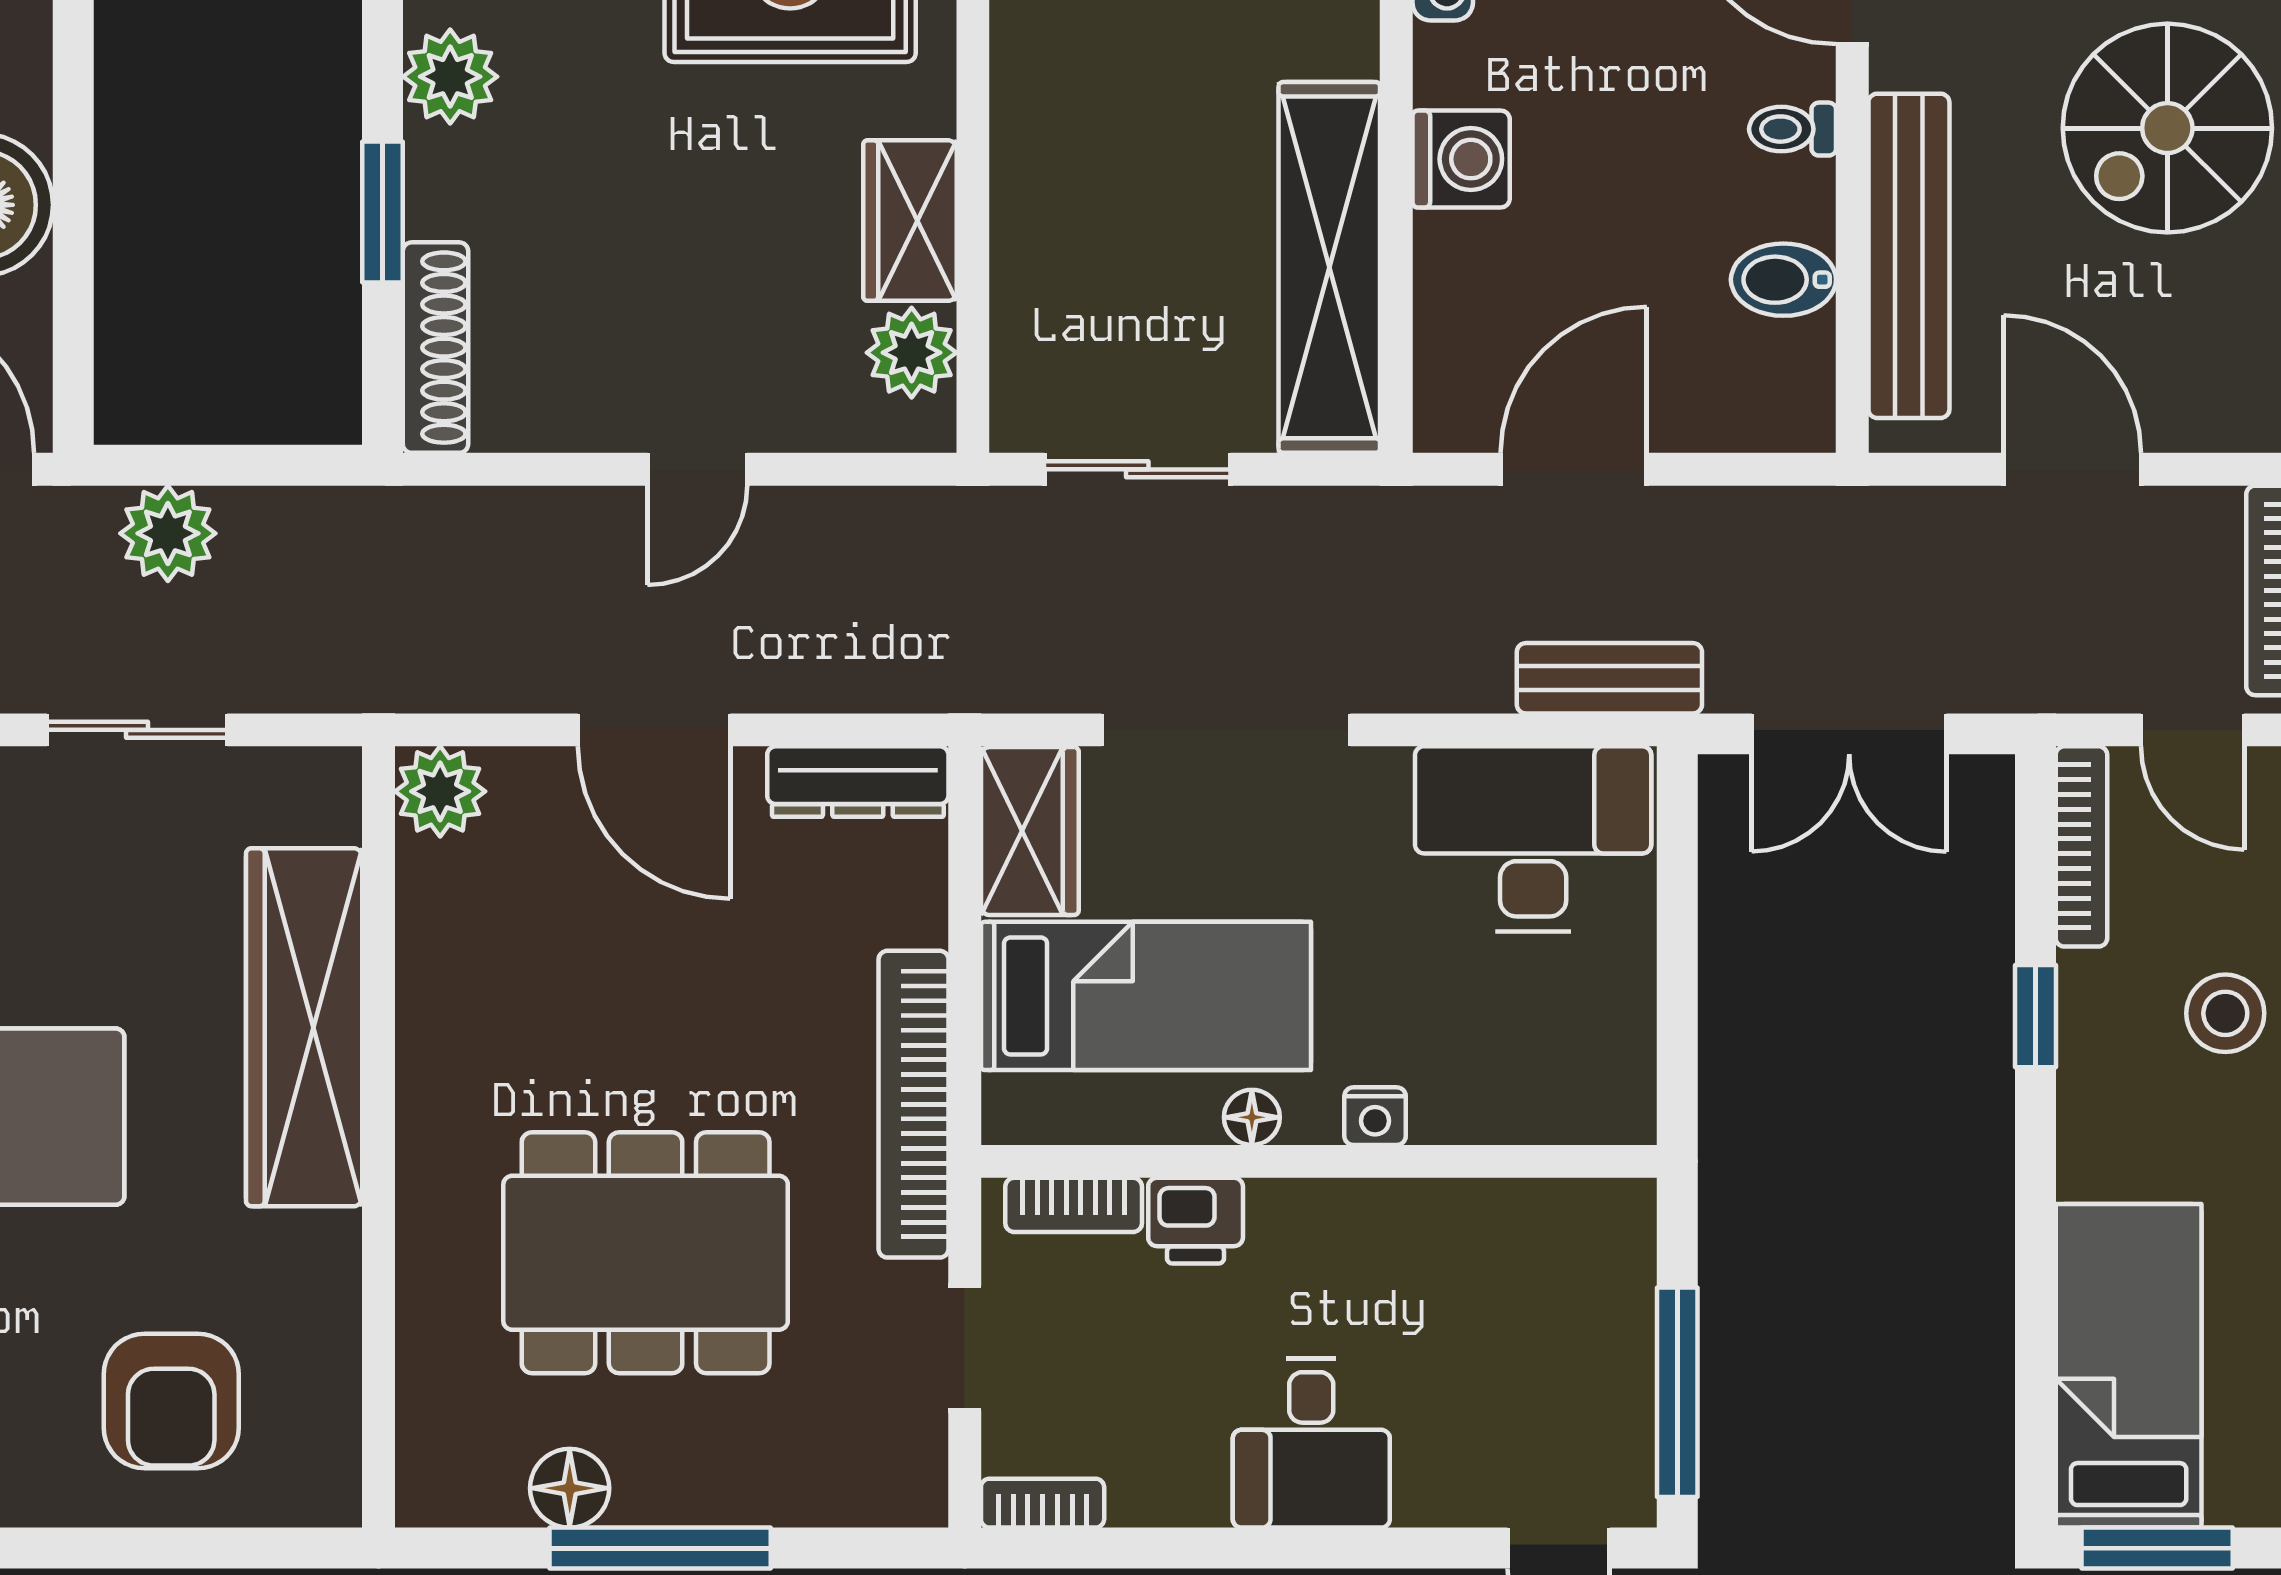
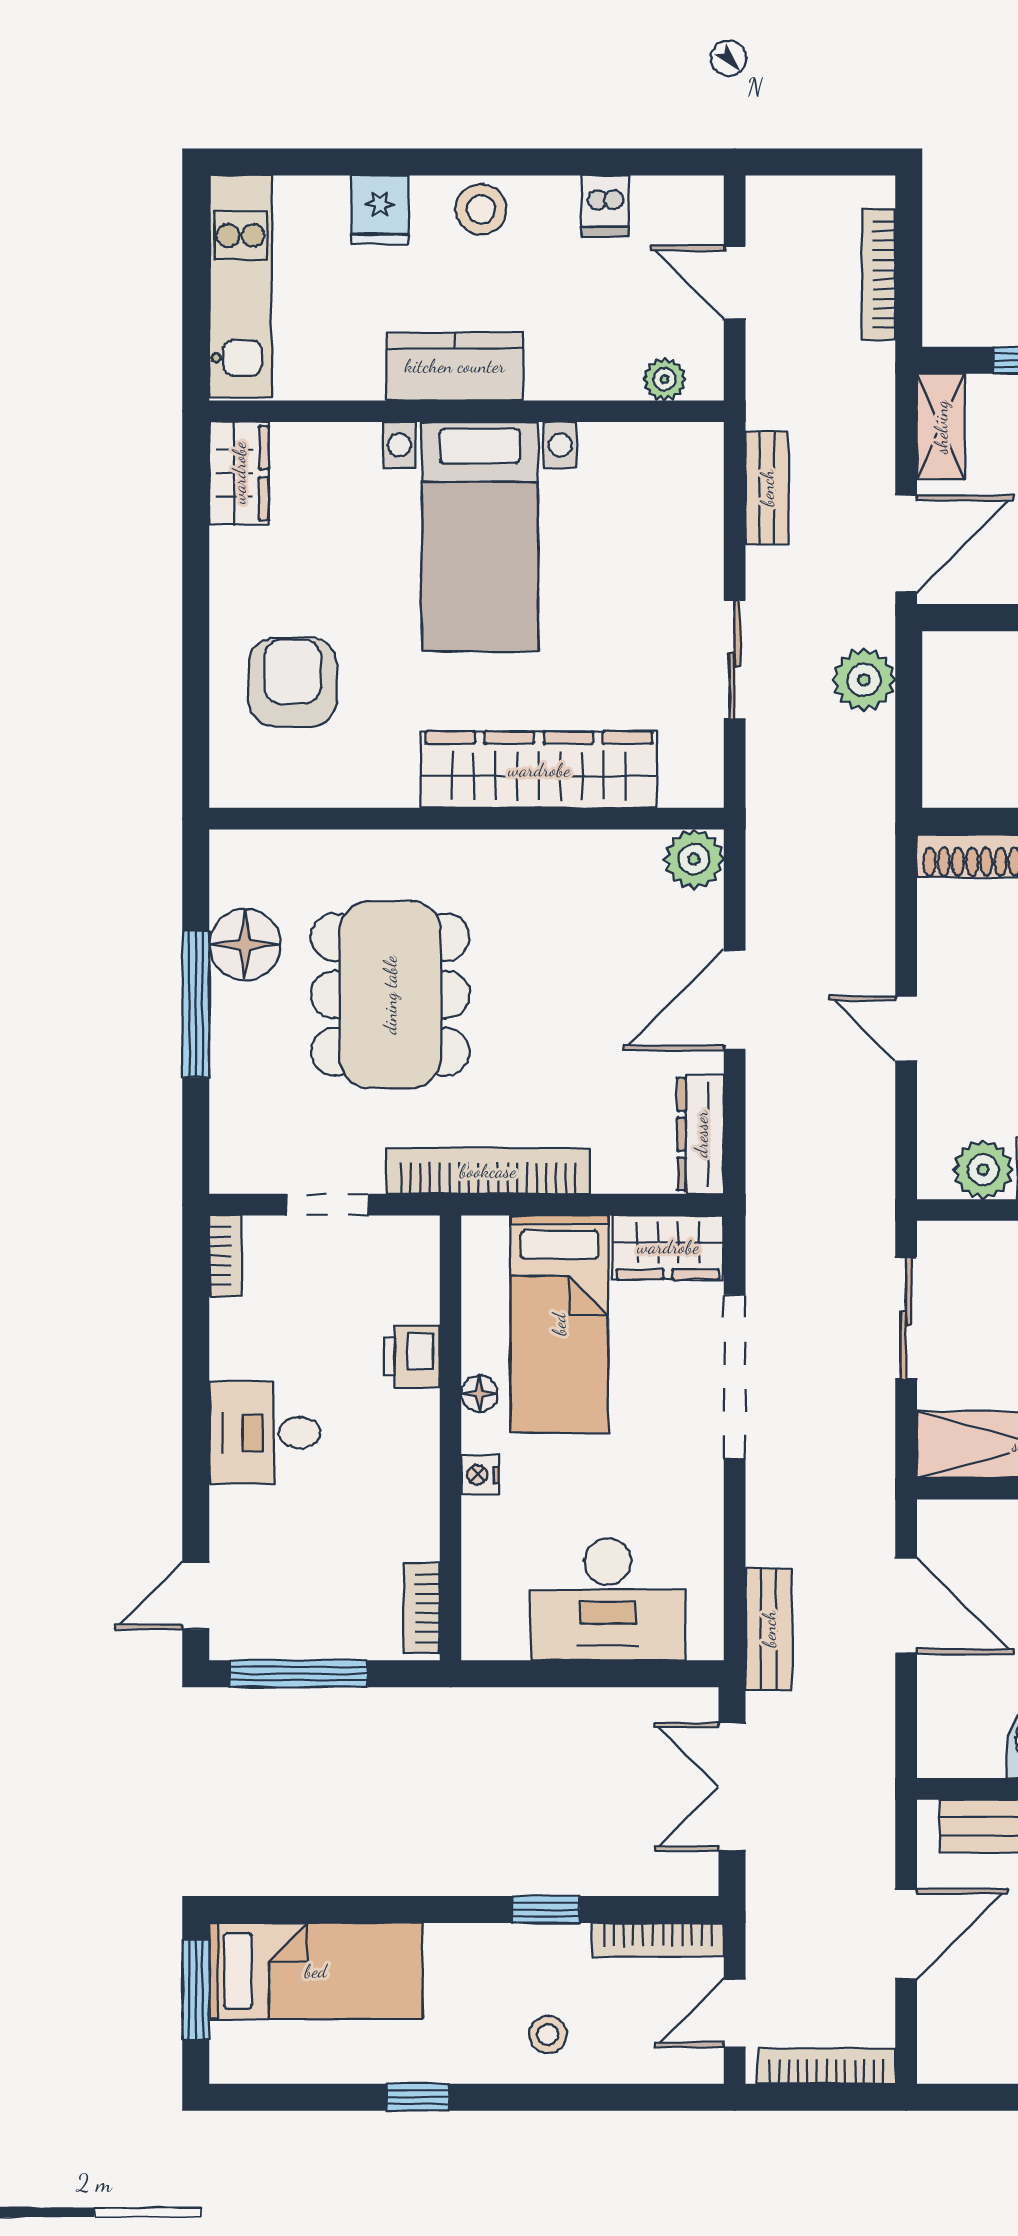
desk: (1533, 839) -> (608, 1599), moved, turned 90
stool: (2225, 1013) -> (548, 2035), width x0.73, depth x0.73
bookcase: (1074, 1205) -> (422, 1608), moved
armchair: (171, 1401) -> (293, 682), turned 90
floor lamp: (570, 1488) -> (245, 945), width x1.38, depth x1.38

